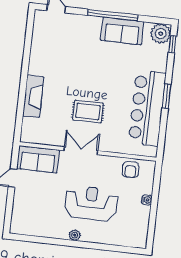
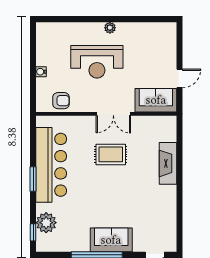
sofa: (122, 31) -> (111, 240), moved
plant: (161, 34) -> (46, 223), moved
armchair: (130, 170) -> (61, 101), turned 92

